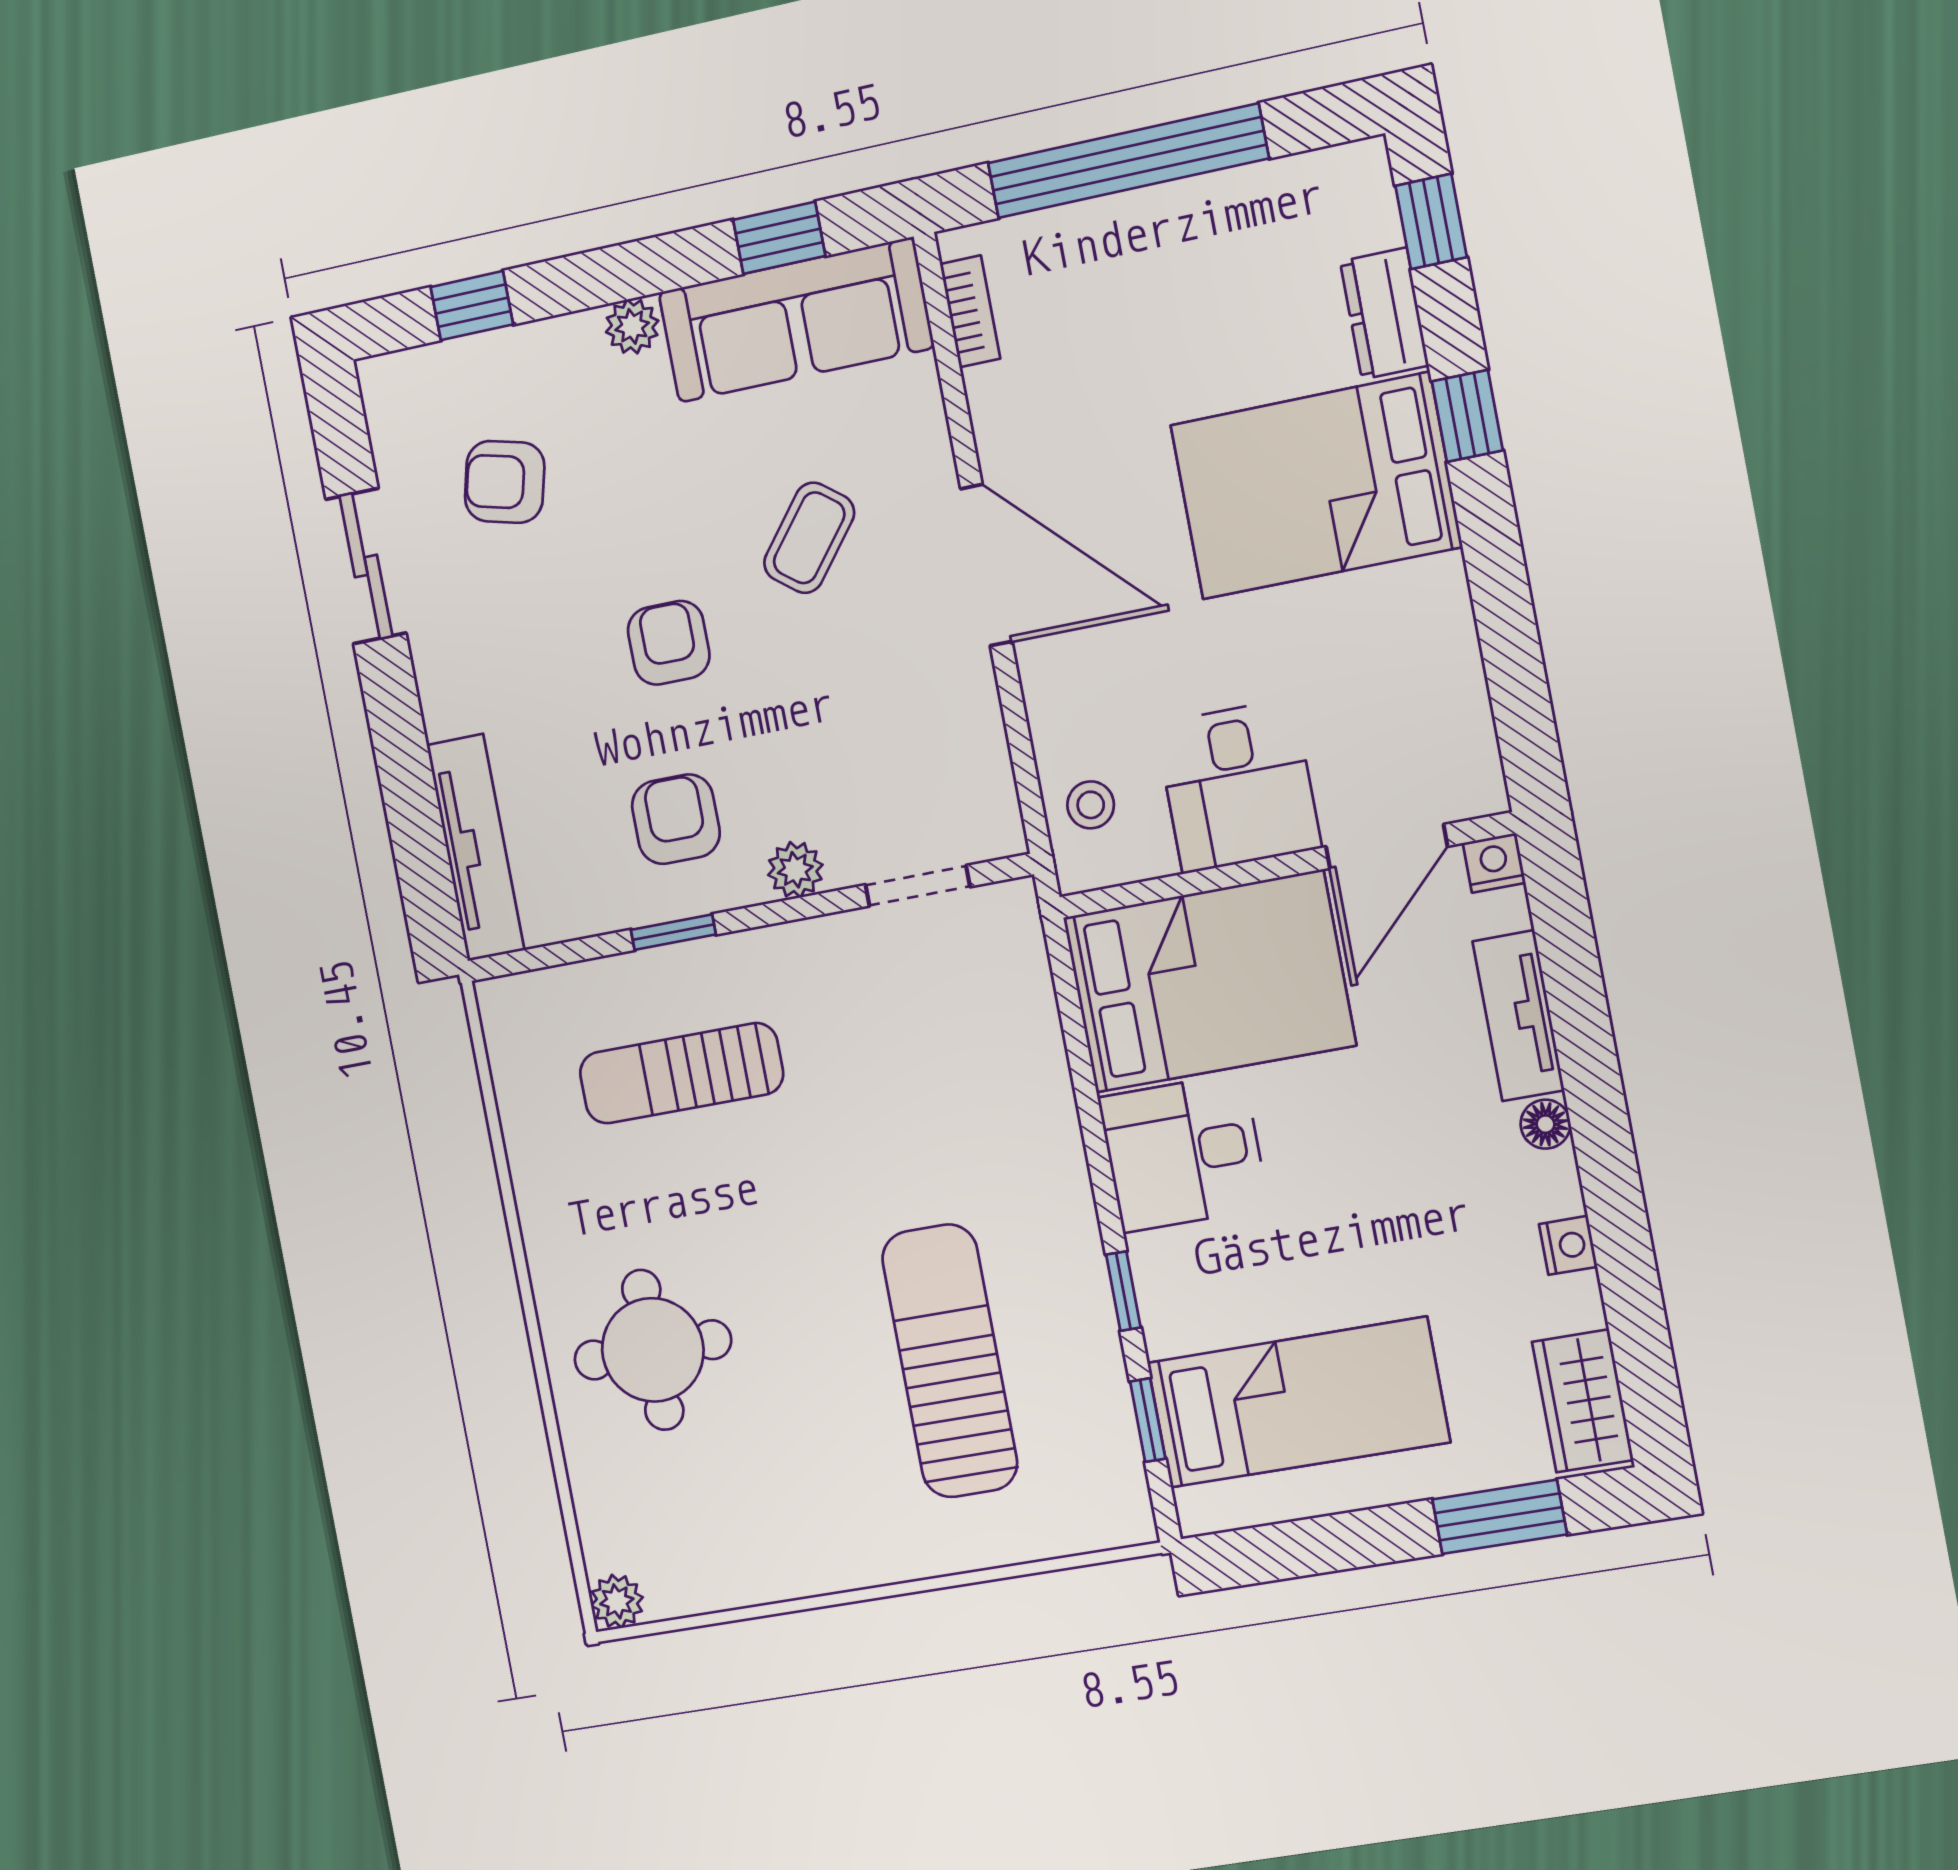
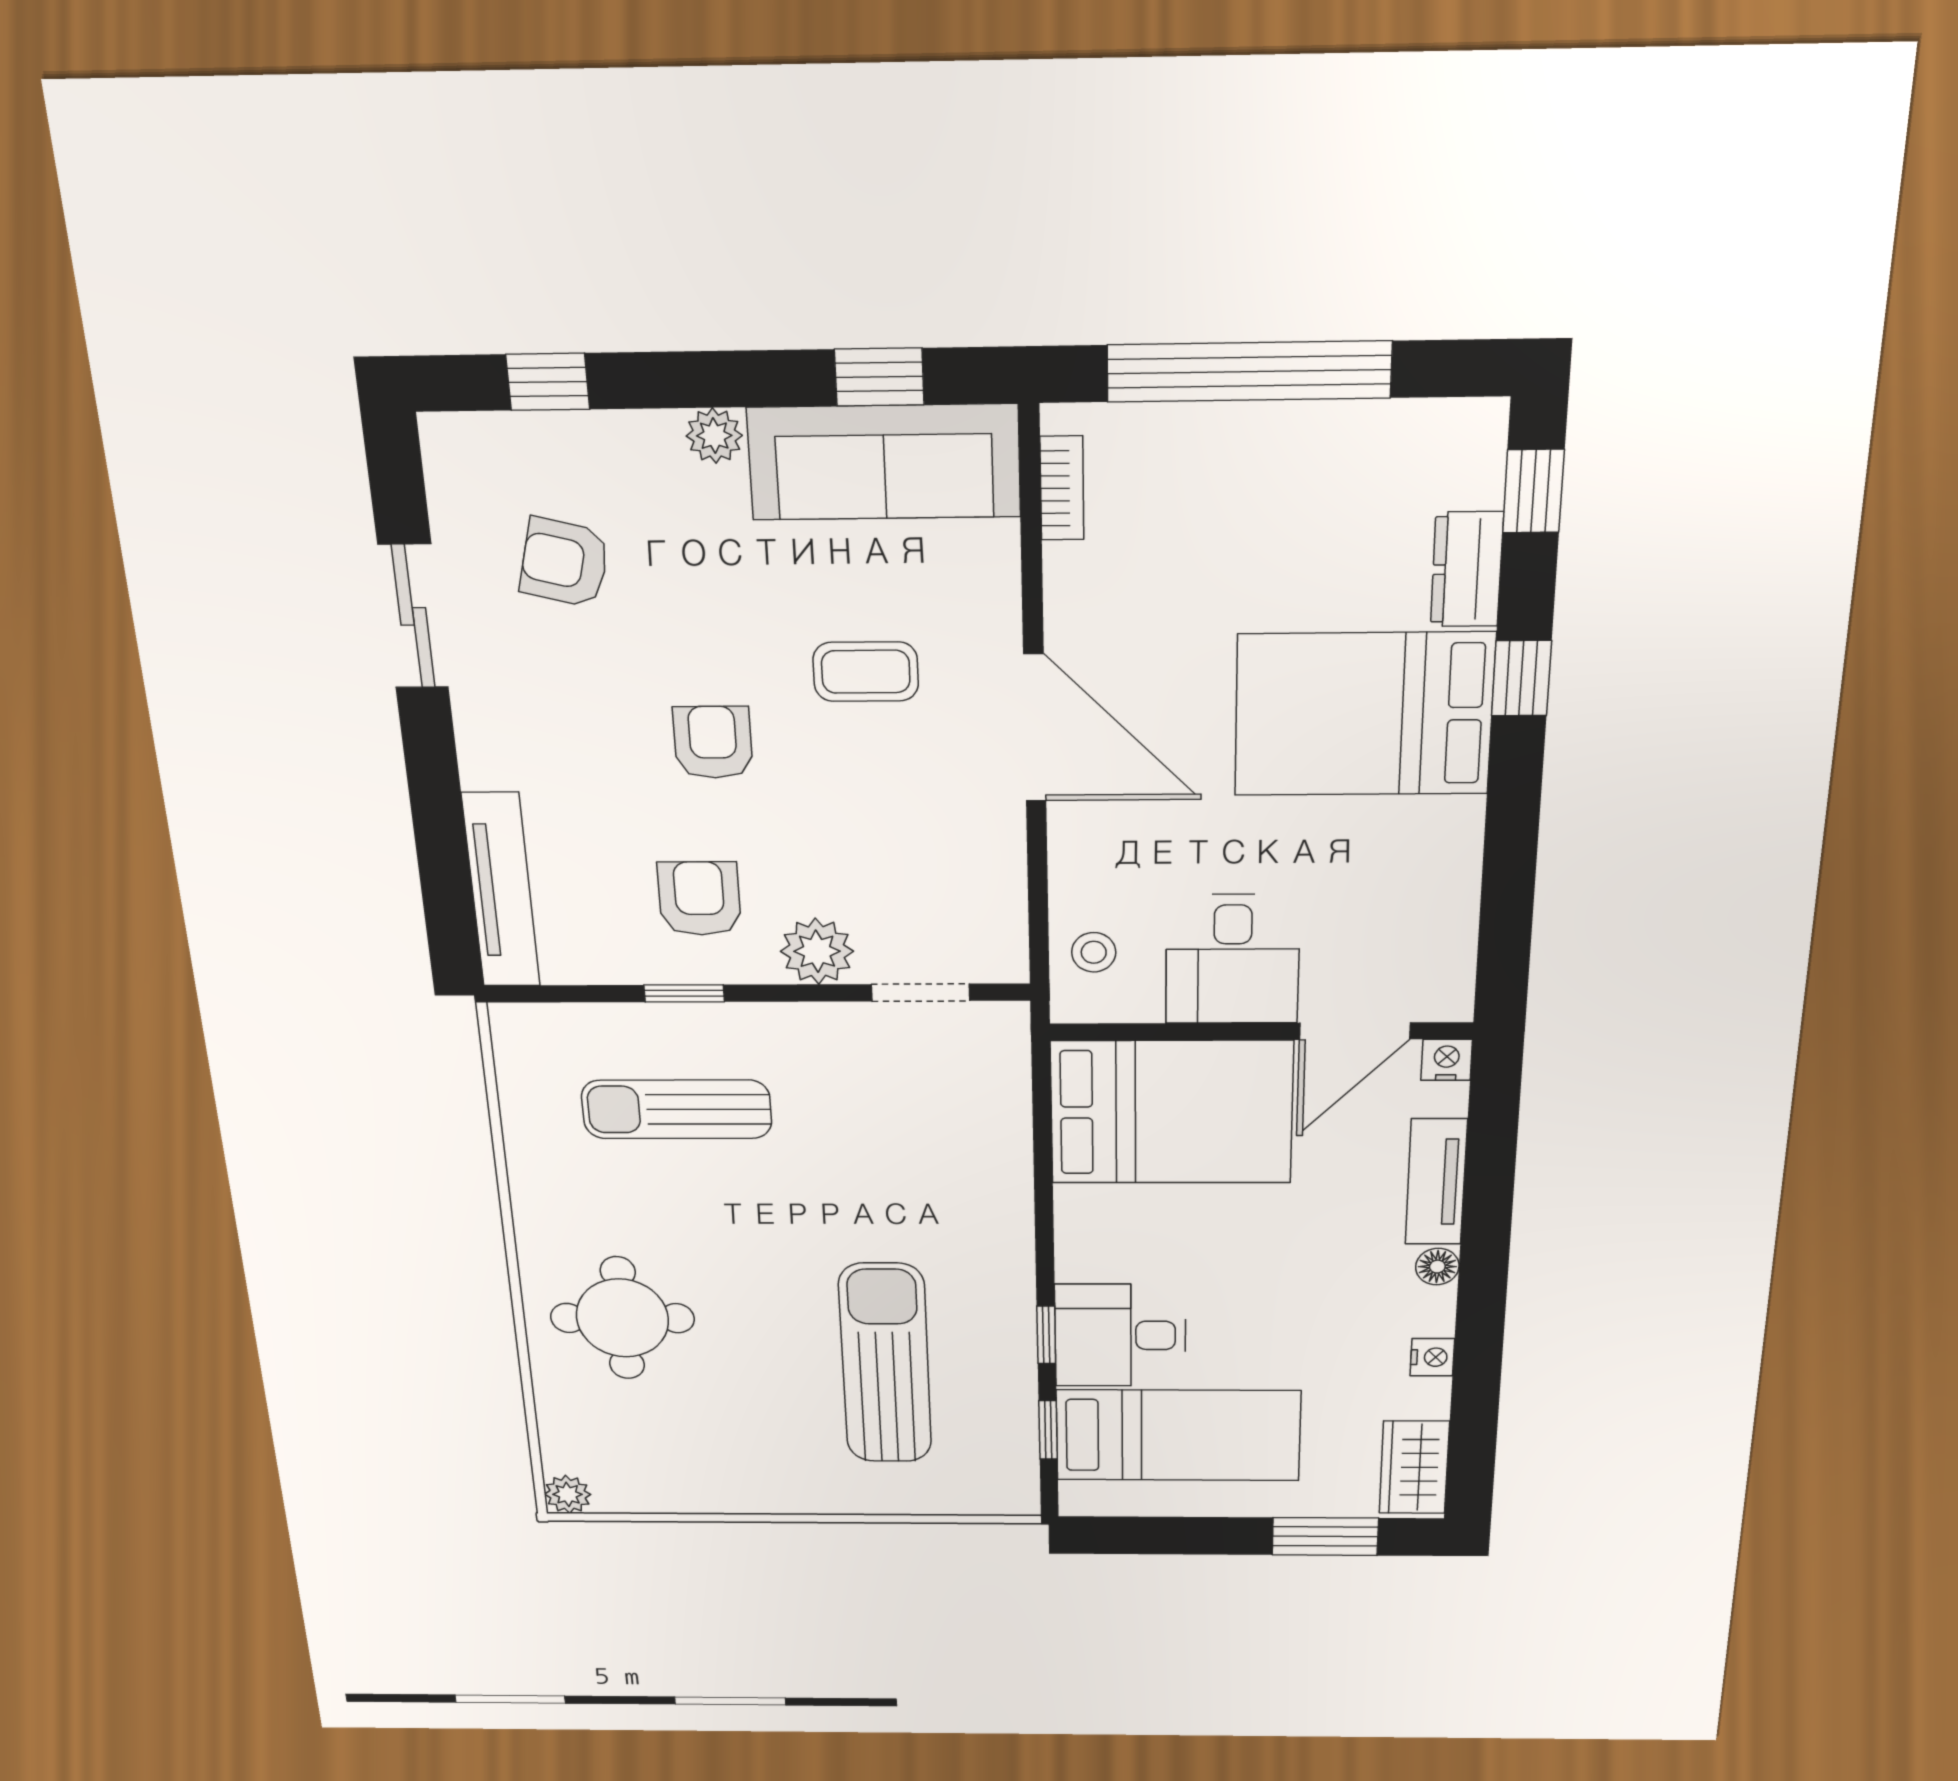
coffee table: (809, 538) -> (866, 672), turned 52
plant: (795, 870) -> (817, 951), width x1.38, depth x1.38
desk: (1183, 1153) -> (1120, 1335), moved

